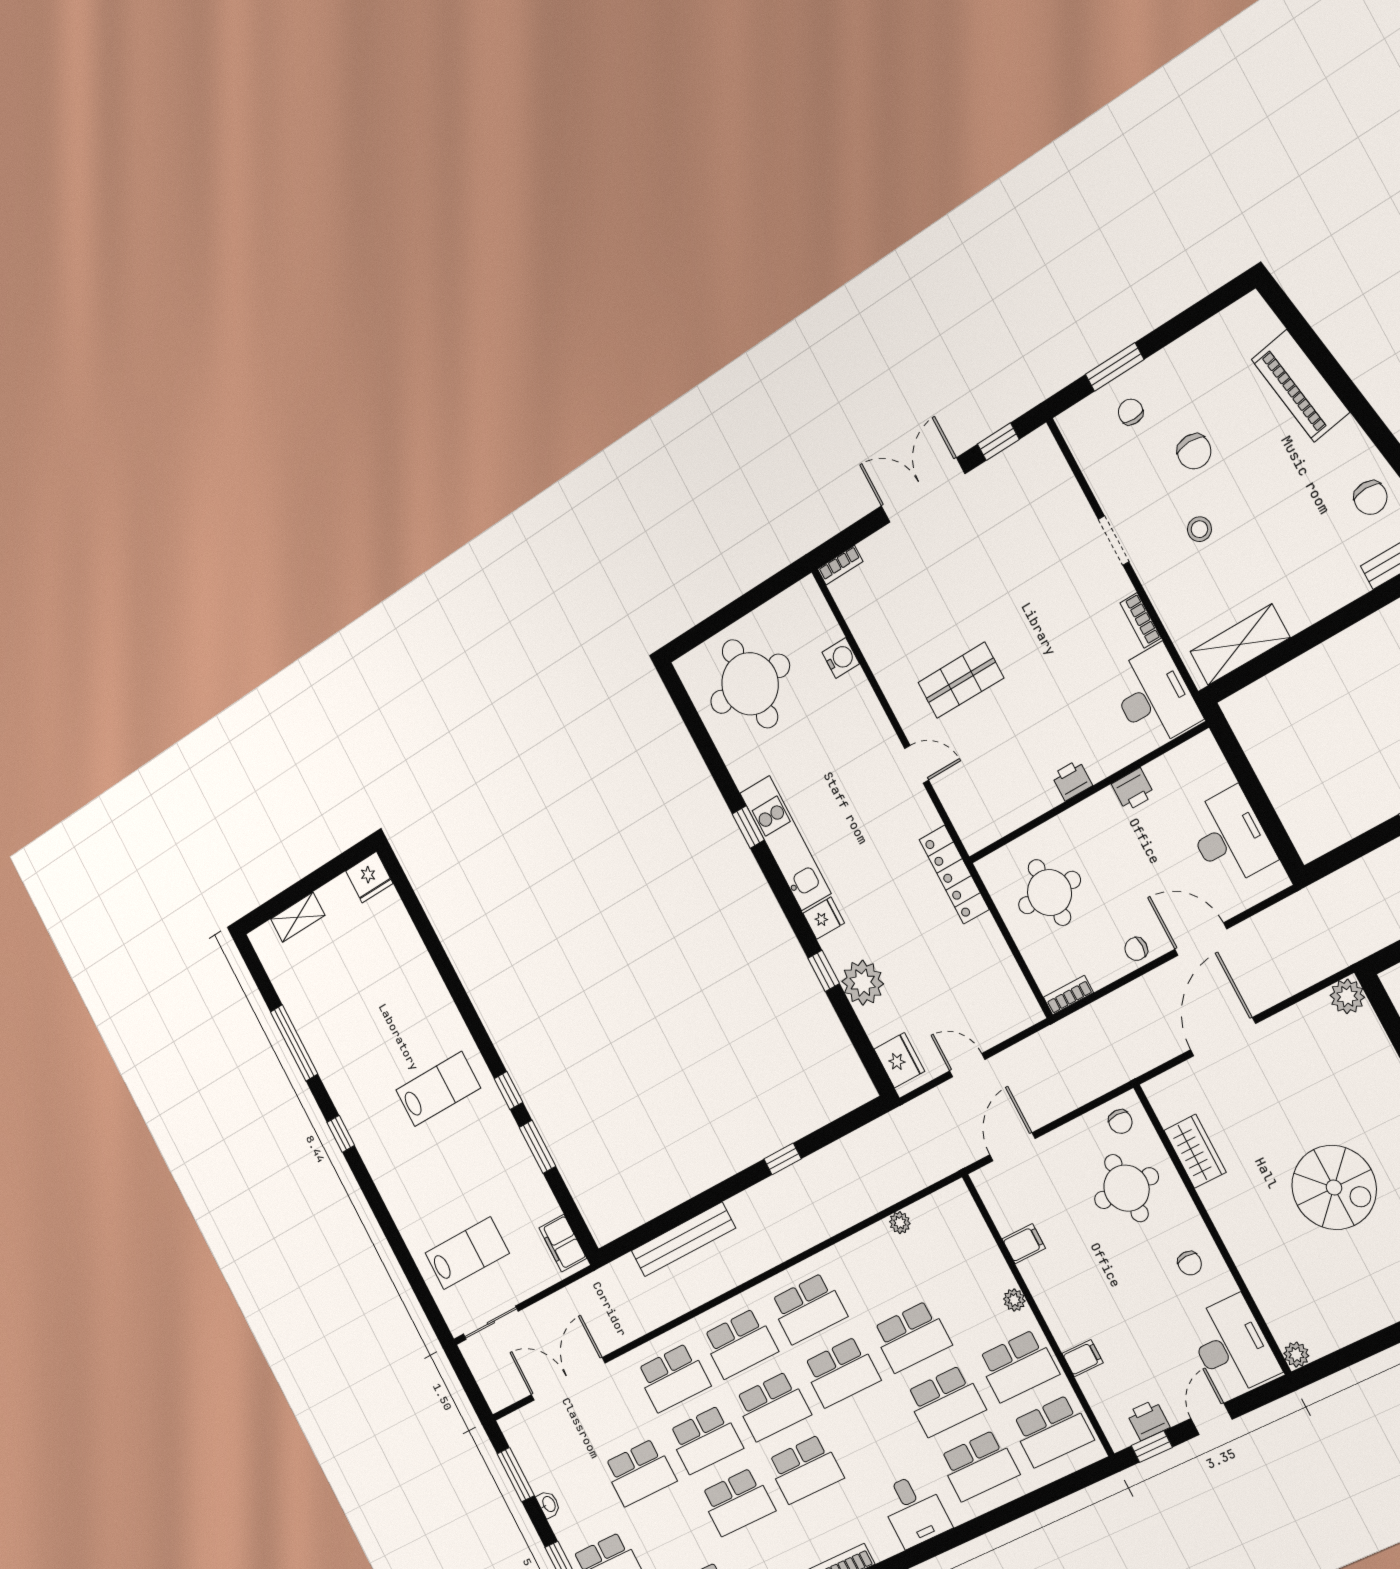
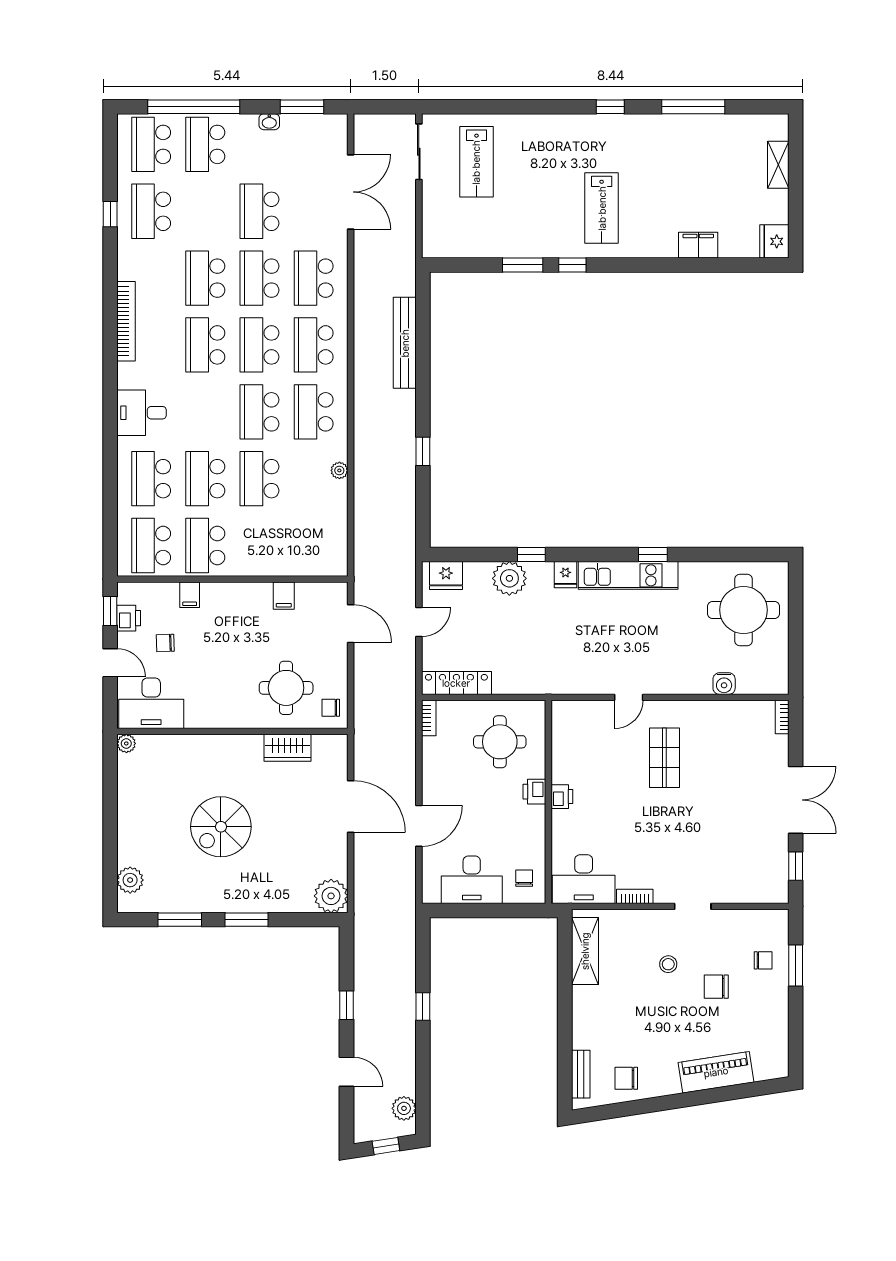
printer: (1133, 790) -> (534, 792), moved
locker: (954, 875) -> (456, 683), moved
chair: (1136, 949) -> (524, 878), moved
plant: (1347, 996) -> (331, 896), width x1.36, depth x1.36
plant: (900, 1223) -> (339, 470), moved
filing cabinet: (563, 1243) -> (698, 245), moved
chair: (1190, 1263) -> (165, 643), moved
plant: (1014, 1300) -> (250, 568), removed

